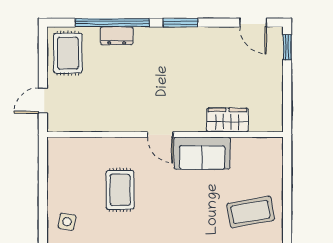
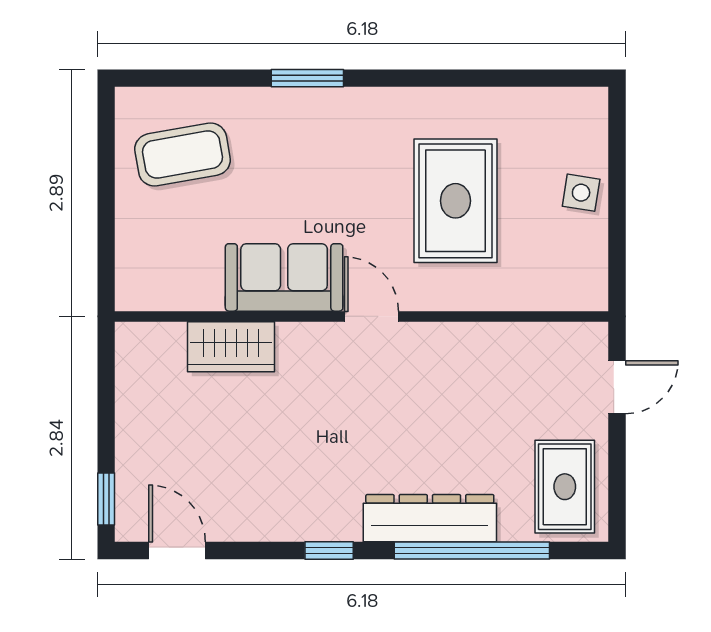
window: (181, 23) -> (329, 550), width x0.67
dresser: (117, 36) -> (430, 518), width x1.96, depth x1.24
rug: (120, 190) -> (455, 201), width x1.36, depth x1.43
side table: (67, 222) -> (581, 193), moved

